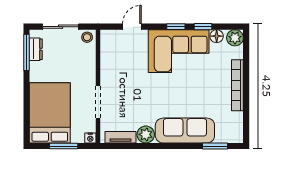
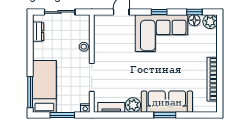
window: (203, 27) -> (194, 12), moved
stool: (87, 37) -> (84, 47), moved
window: (26, 52) -> (30, 92), moved
bookcase: (237, 85) -> (212, 79), moved
bed: (50, 113) -> (44, 86), width x0.67
window: (215, 146) -> (165, 115), moved

